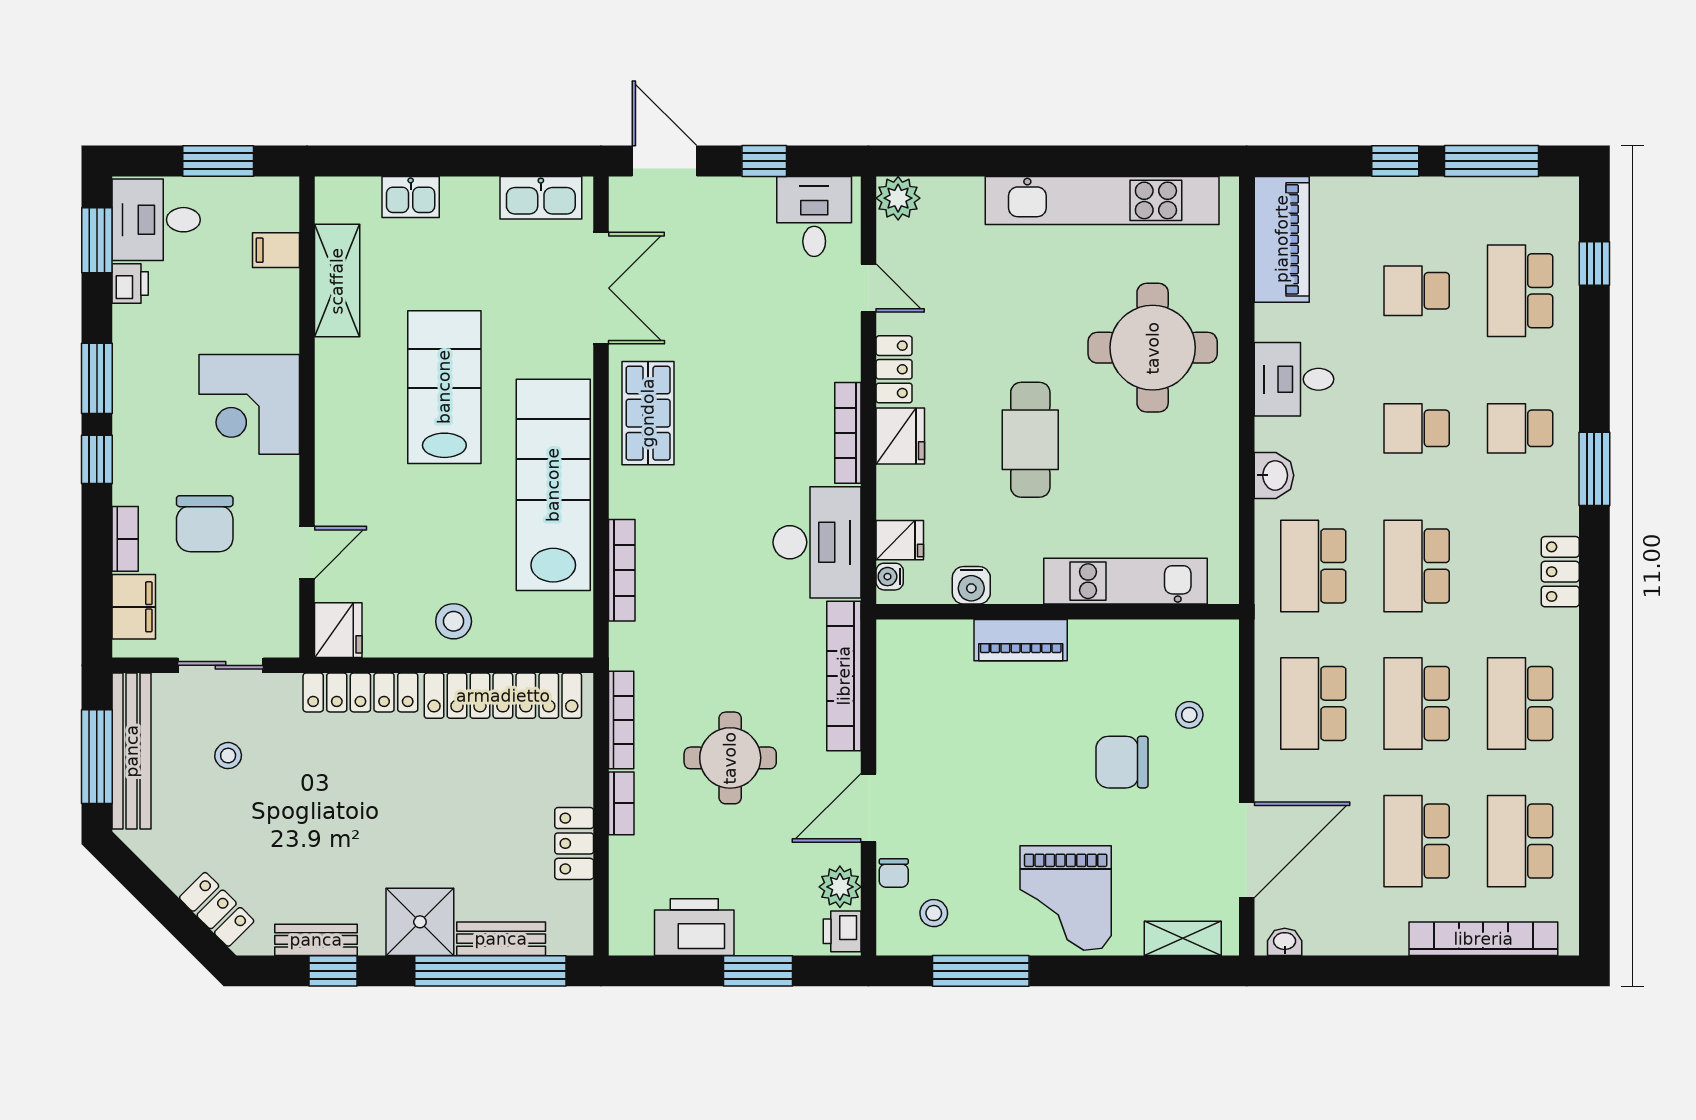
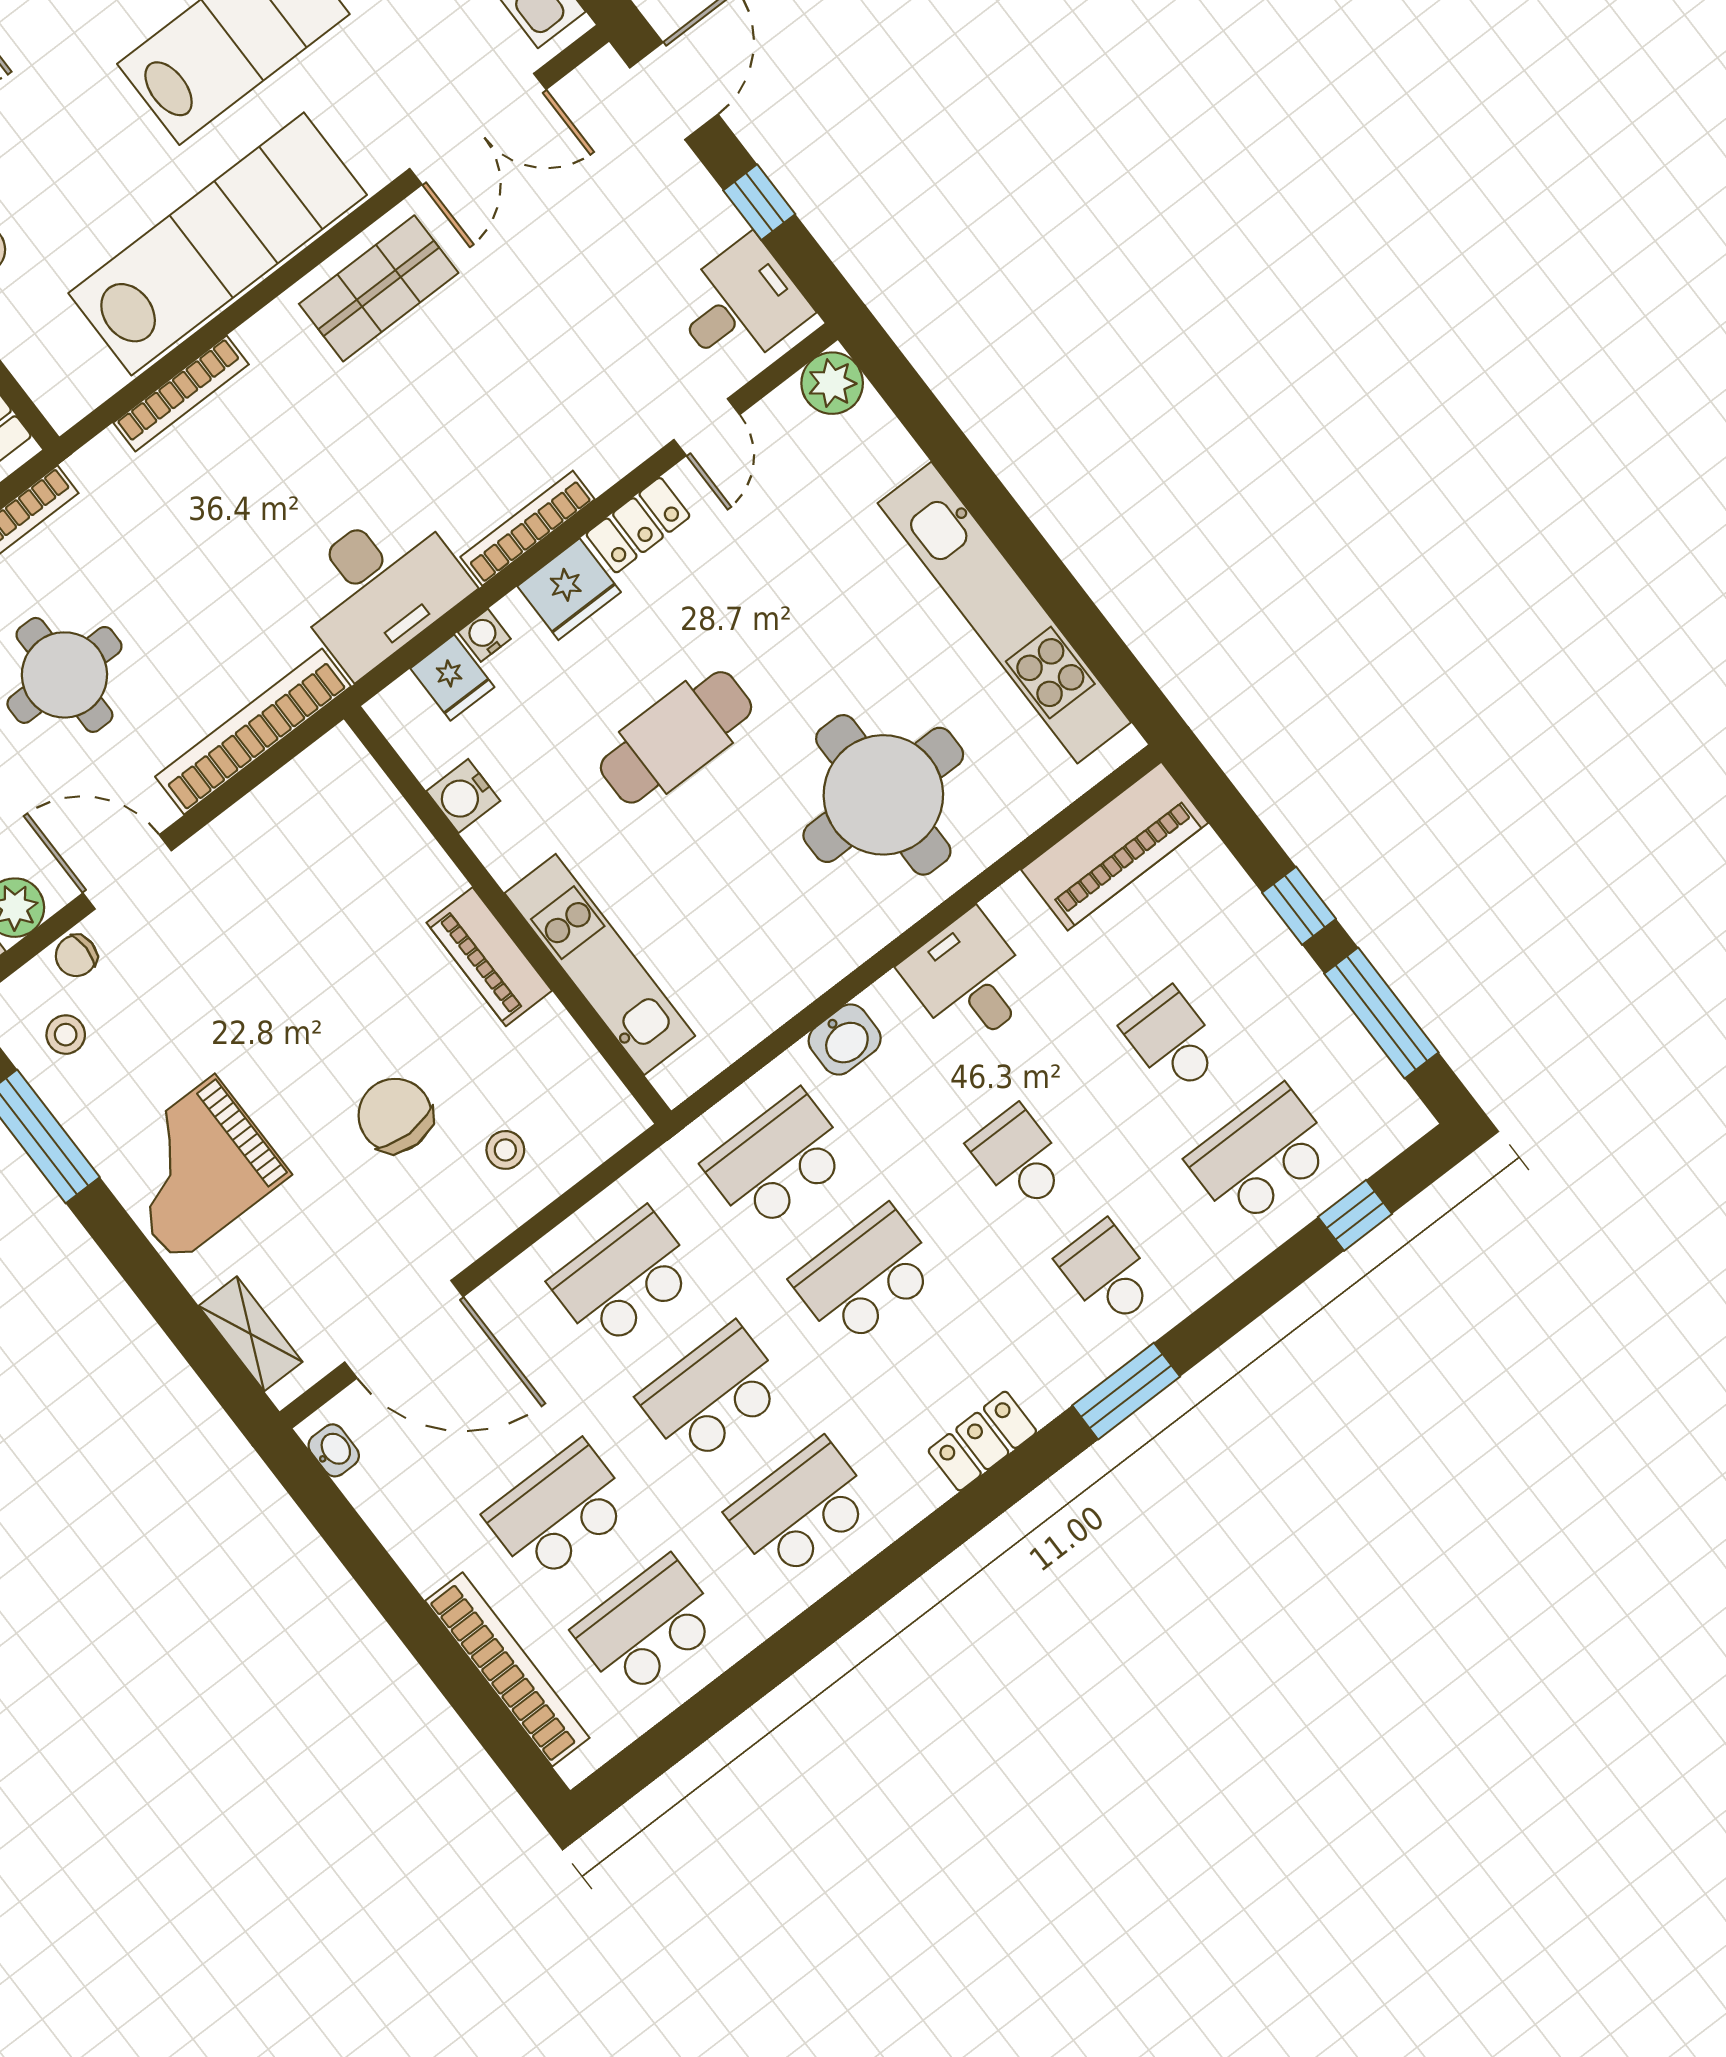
water cooler: (890, 577) -> (484, 635), moved
piano: (1021, 640) -> (489, 957), moved

